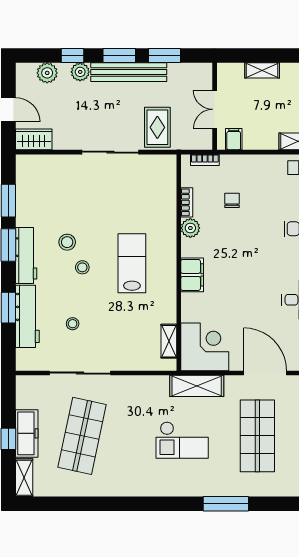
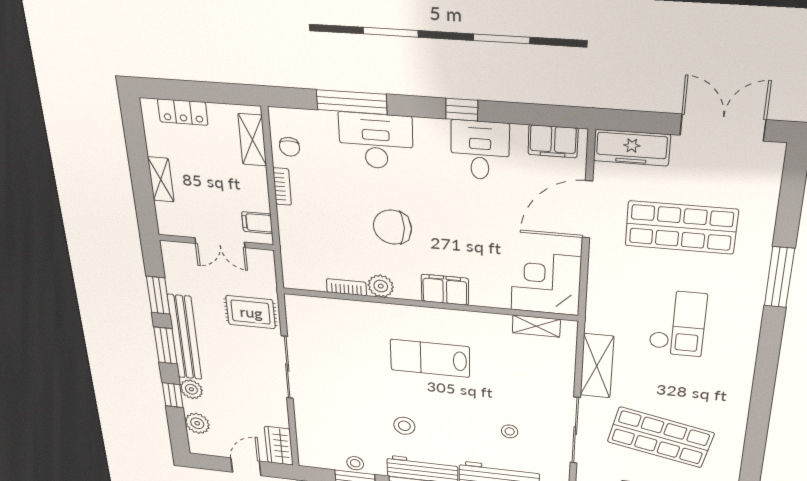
bookcase: (205, 160) -> (282, 187), moved
chair: (232, 200) -> (392, 227), moved, width x1.87, depth x1.87
stool: (82, 267) -> (355, 463), moved
shelving: (197, 386) -> (597, 366), moved

